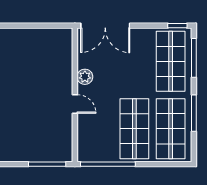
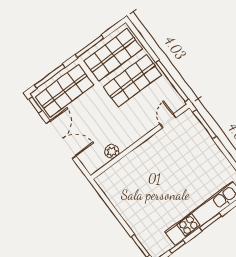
double door: (105, 26) -> (61, 140), moved
plant: (85, 77) -> (112, 151), moved
door: (75, 104) -> (168, 121), moved

